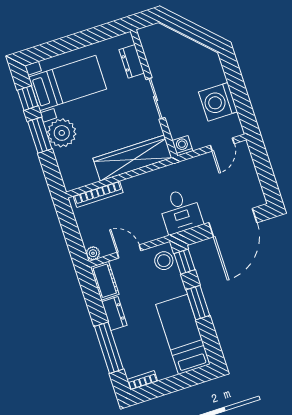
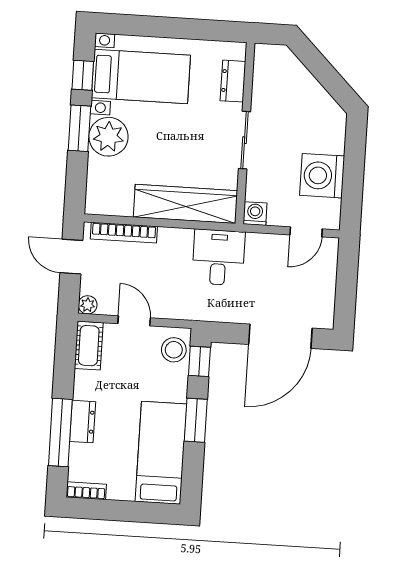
desk: (180, 211) -> (218, 257), moved, turned 180
door: (69, 225) -> (71, 257), added
dresser: (114, 313) -> (83, 422), moved

